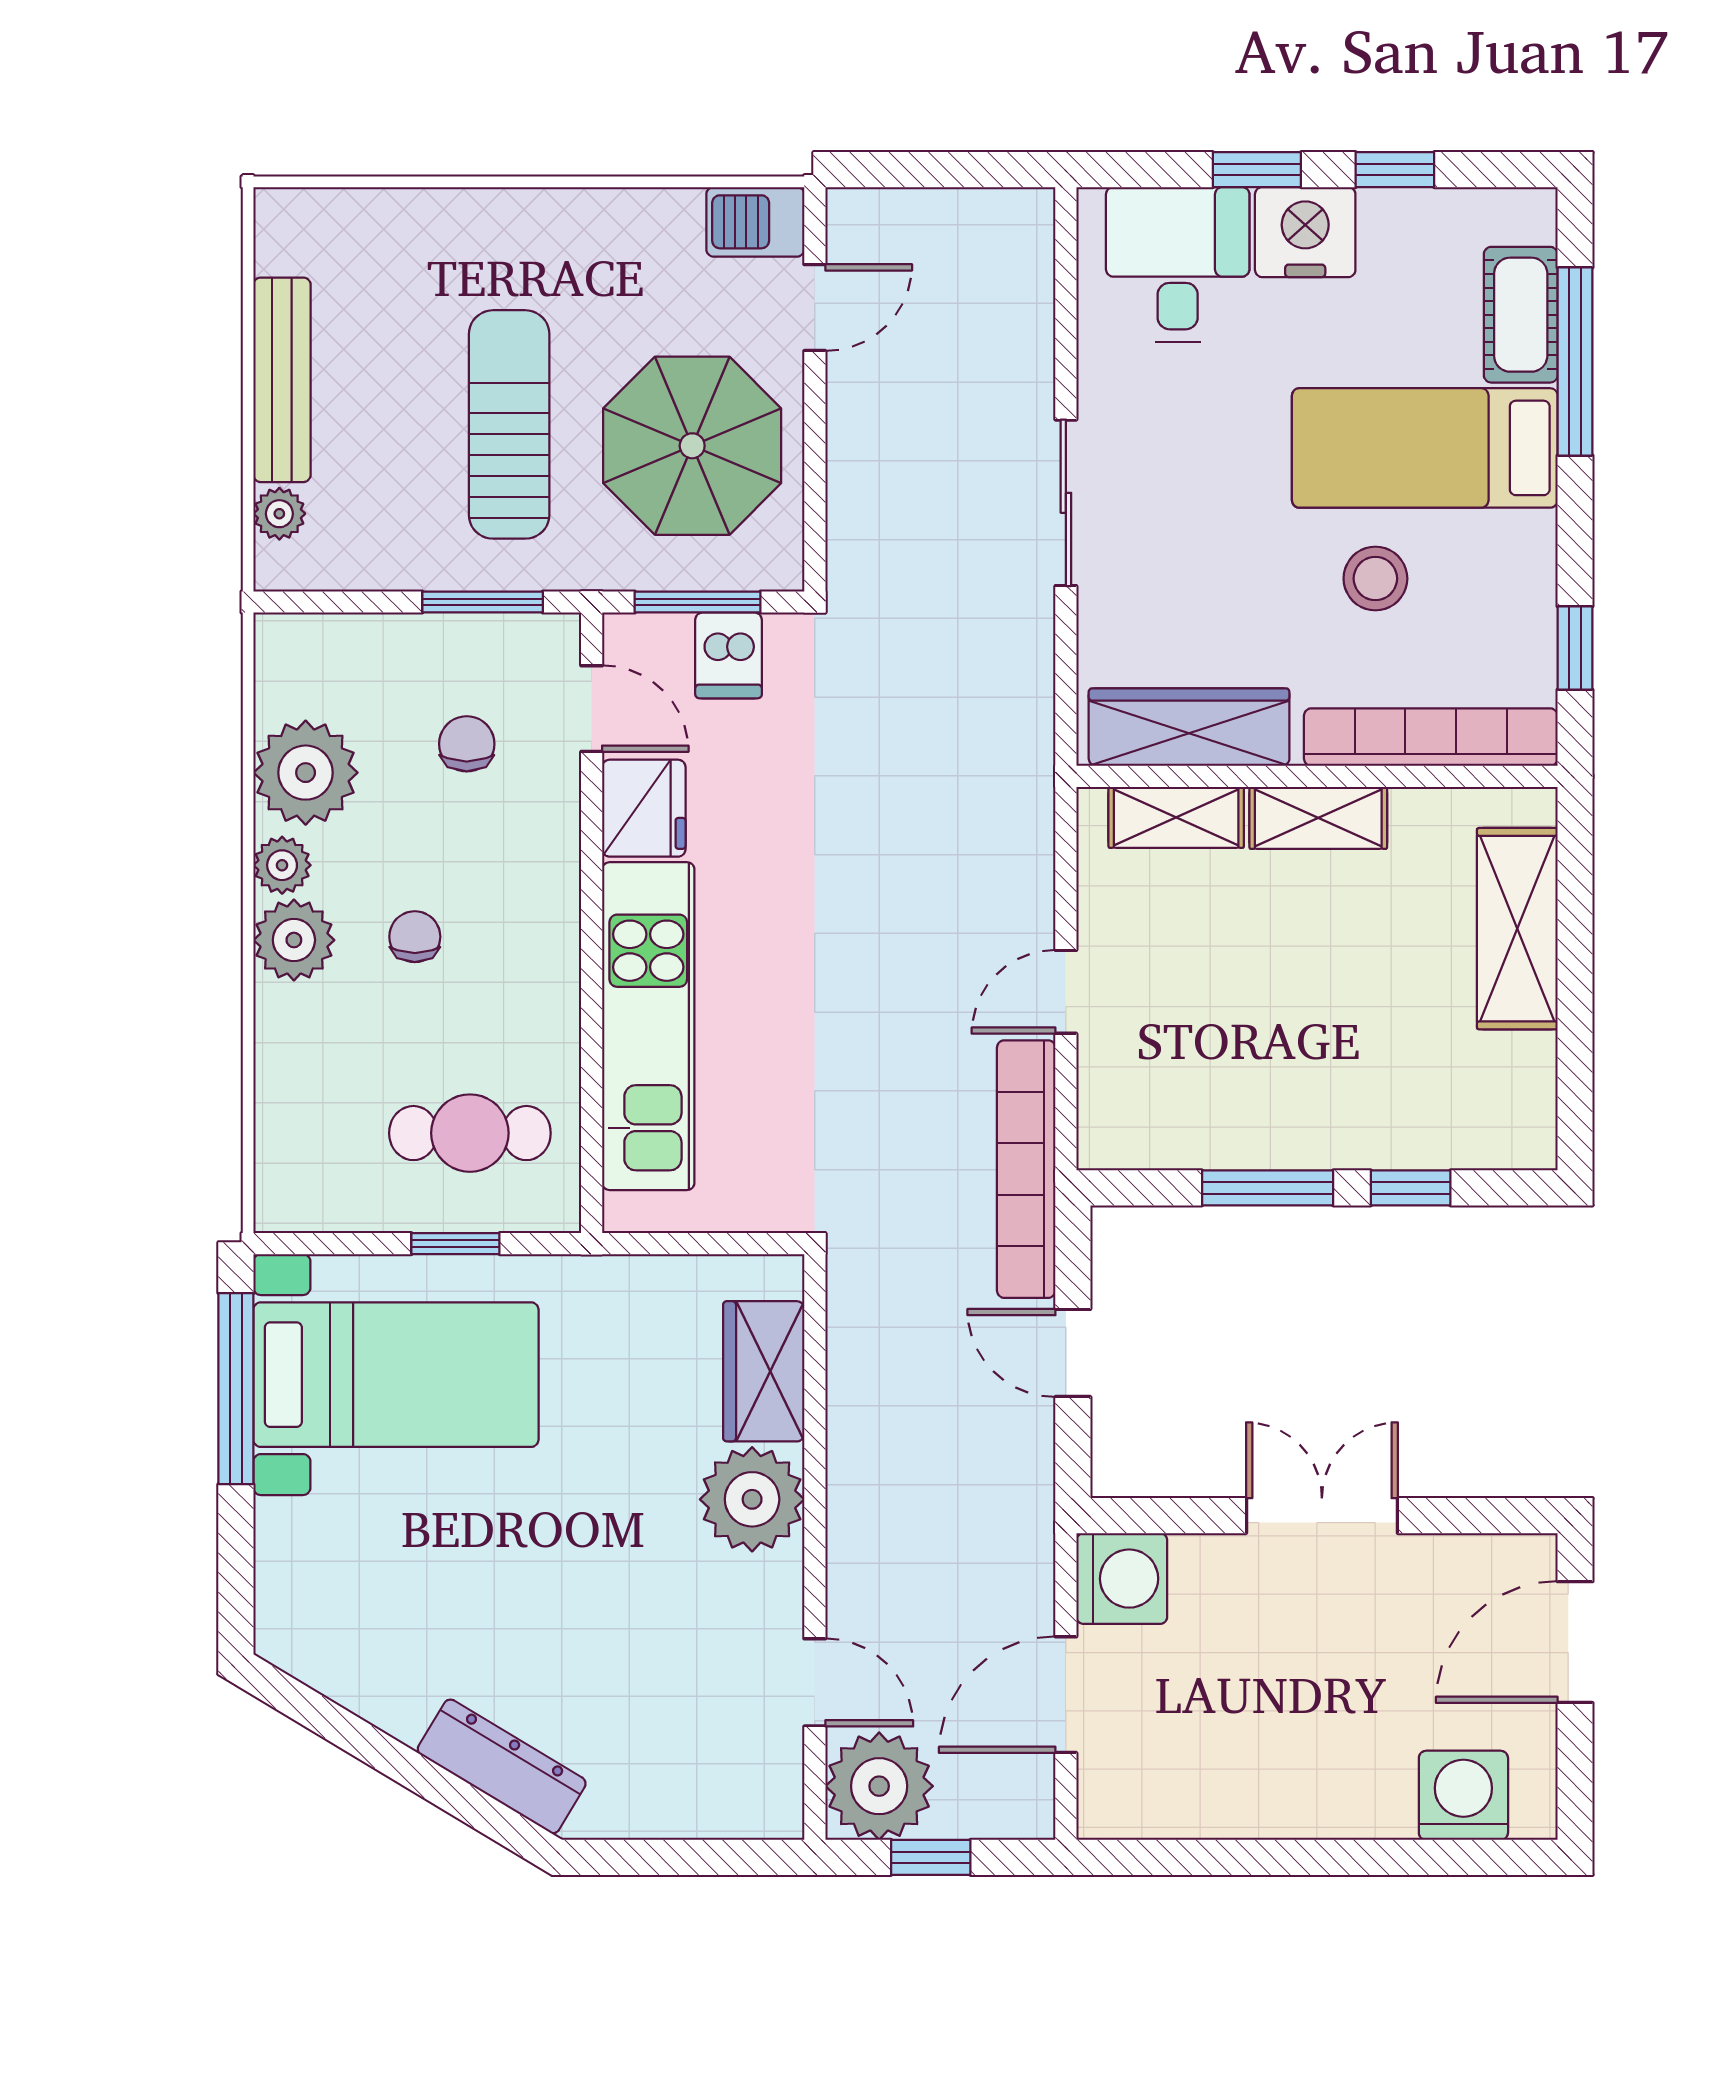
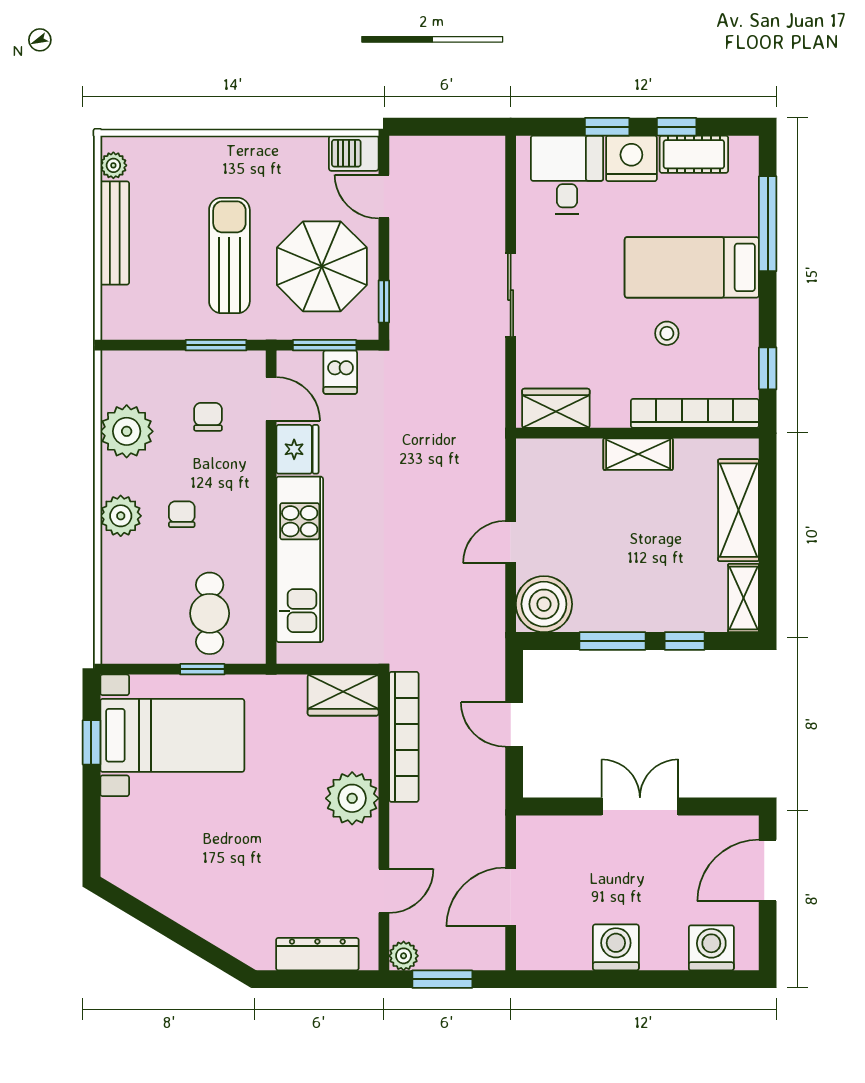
door: (815, 308) -> (384, 197), swing flipped
cot: (1521, 315) -> (694, 154), moved, turned 90
plant: (279, 514) -> (113, 165), moved
window: (815, 515) -> (384, 301), added
stool: (1375, 579) -> (667, 333), width x0.73, depth x0.73
wardrobe: (1189, 727) -> (556, 408), width x0.67
shelving: (1176, 817) -> (743, 598), moved, turned 90
plant: (282, 865) -> (115, 478), removed
boiler: (1132, 1115) -> (544, 604), added
cafe table: (470, 1133) -> (210, 613), turned 90
bookcase: (1026, 1169) -> (404, 737), moved, turned 180
wardrobe: (764, 1371) -> (343, 695), moved, turned -90
window: (236, 1389) -> (91, 742), width x0.46
washing machine: (1122, 1579) -> (616, 947), moved, turned -90
door: (815, 1682) -> (384, 891), hinge flipped
dresser: (502, 1766) -> (317, 954), moved, turned -31
plant: (879, 1786) -> (404, 956), width x0.53, depth x0.53
window: (931, 1857) -> (442, 979), width x1.50

